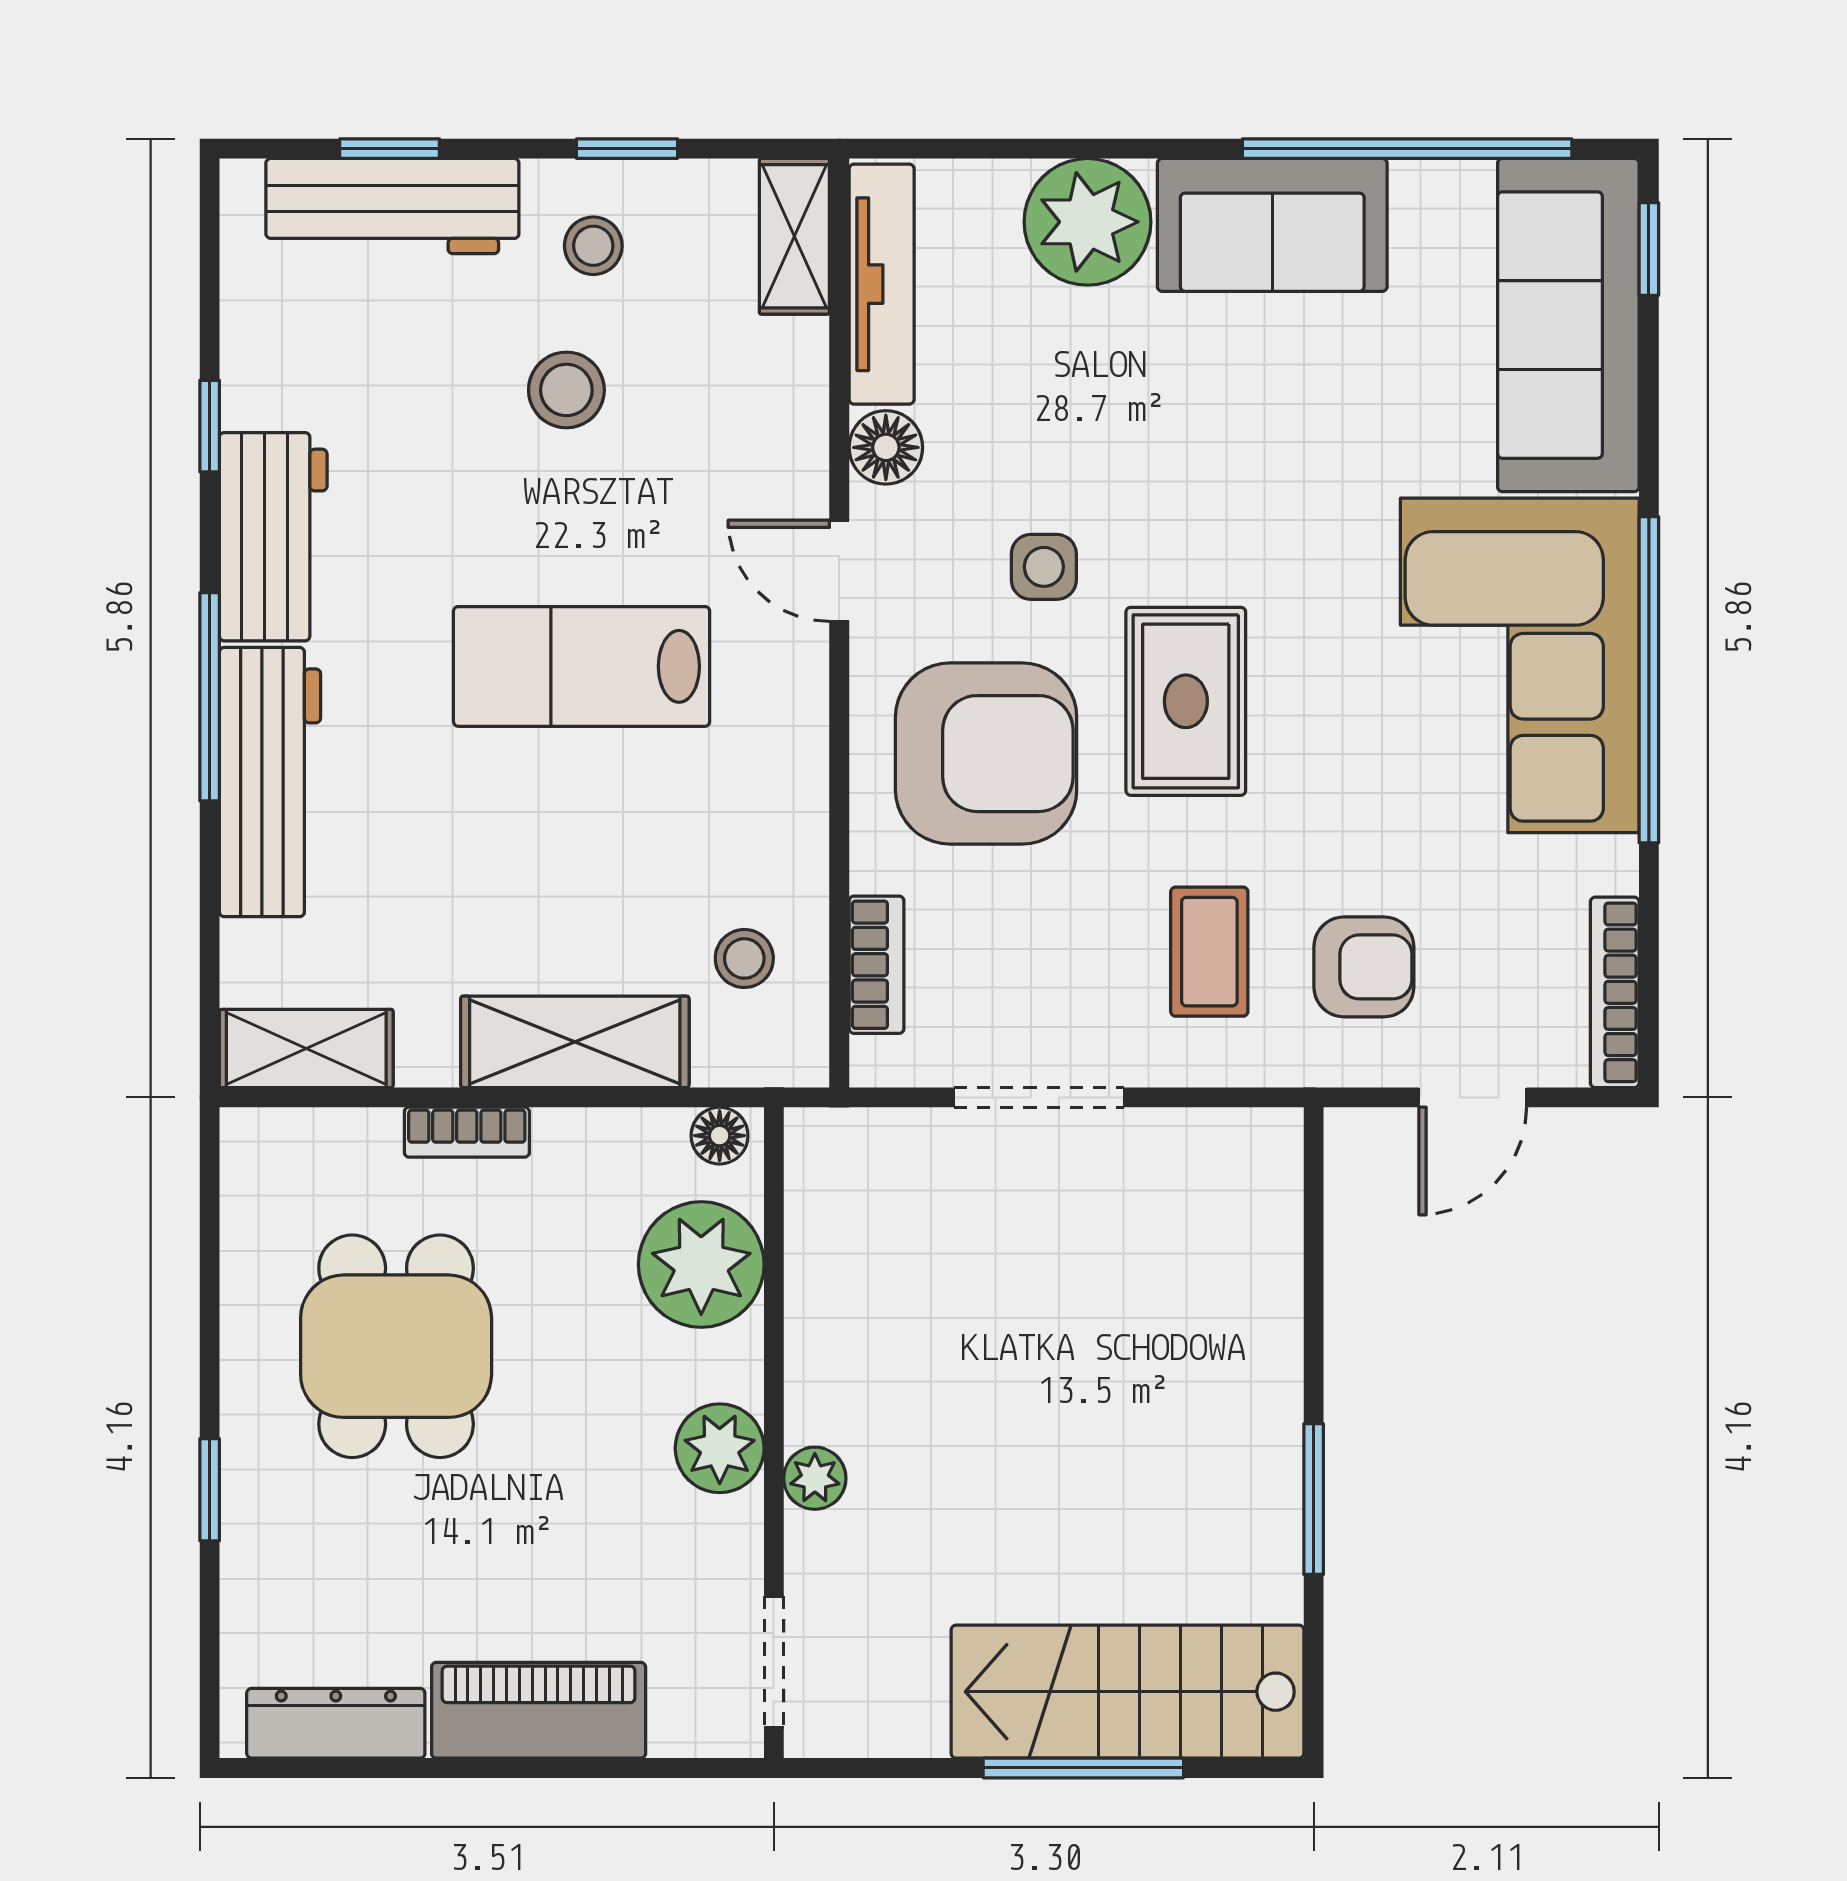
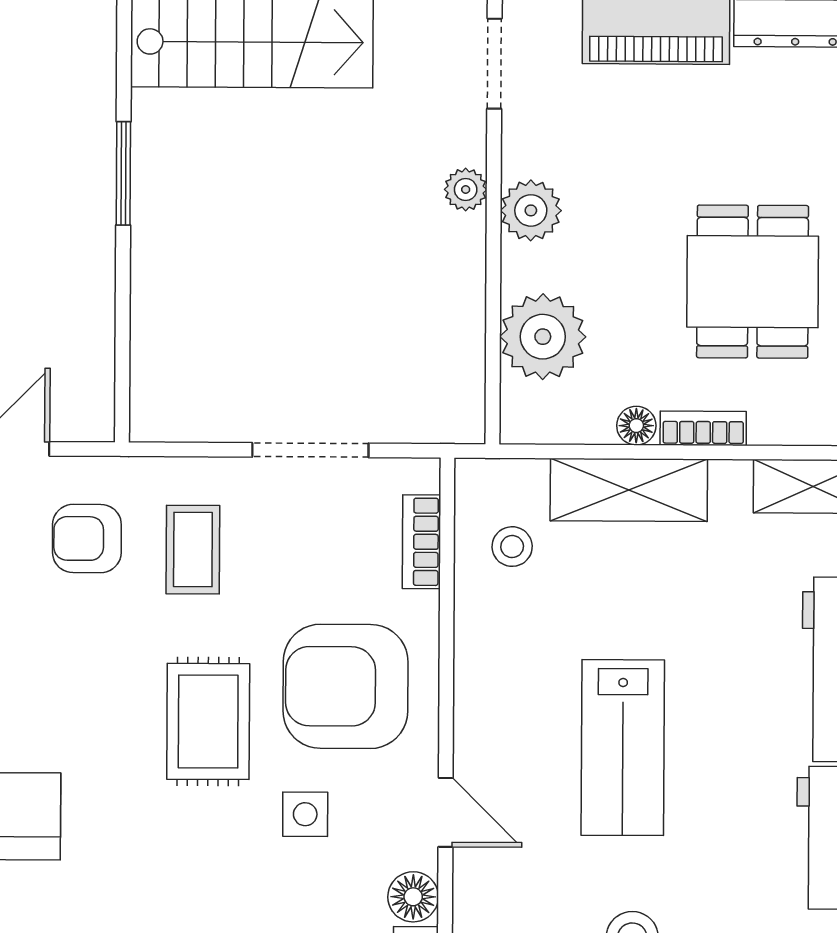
lab bench: (582, 666) -> (623, 748), turned 90
floor lamp: (720, 1136) -> (636, 426), moved

